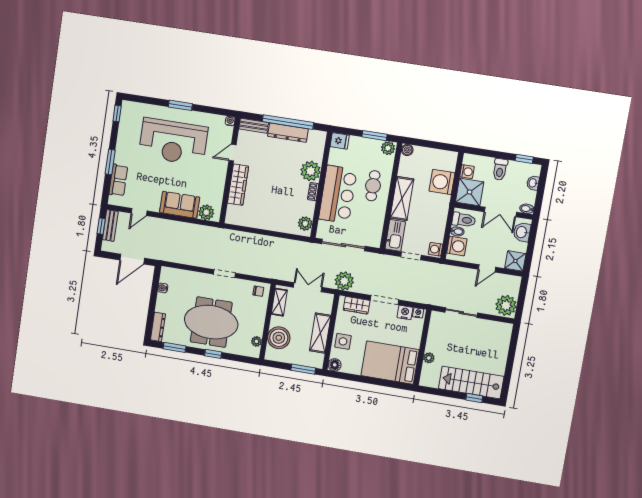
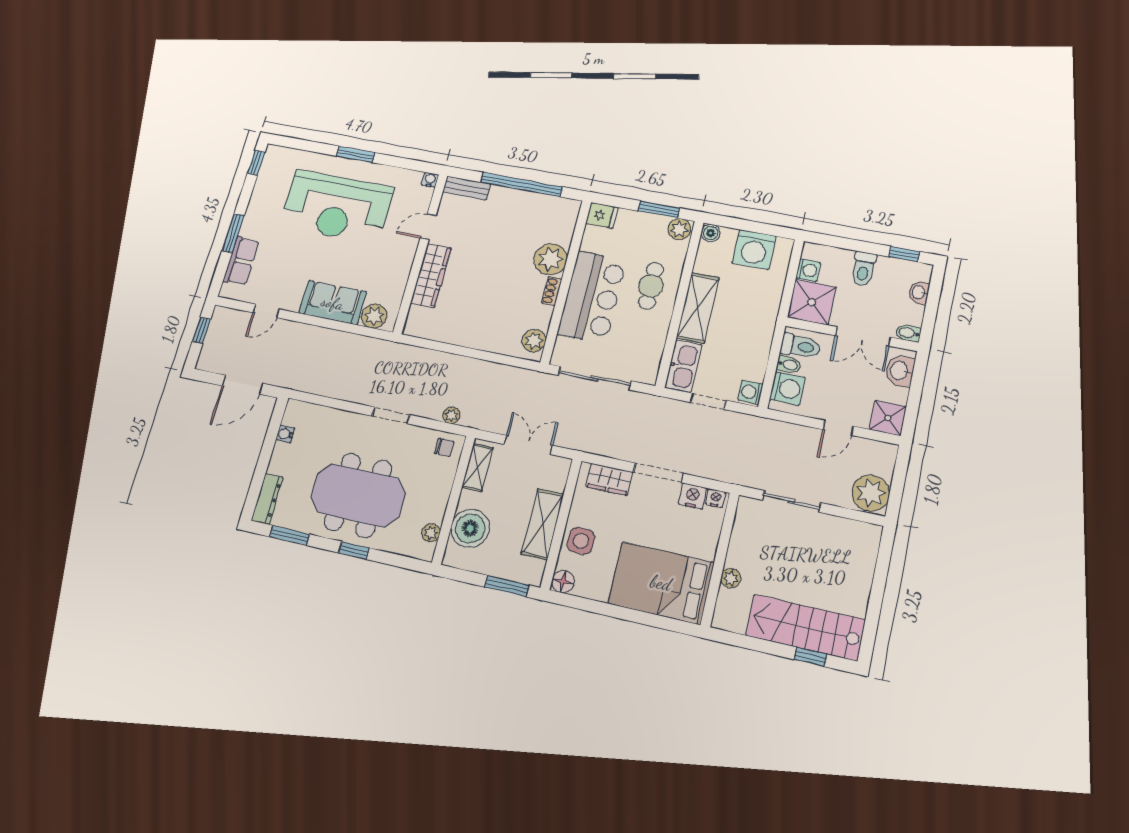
dresser: (288, 133) -> (520, 200), removed
washing machine: (442, 182) -> (754, 250), moved, turned -90
bench: (110, 226) -> (216, 330), removed
plant: (344, 281) -> (451, 415), moved, width x0.53, depth x0.53

